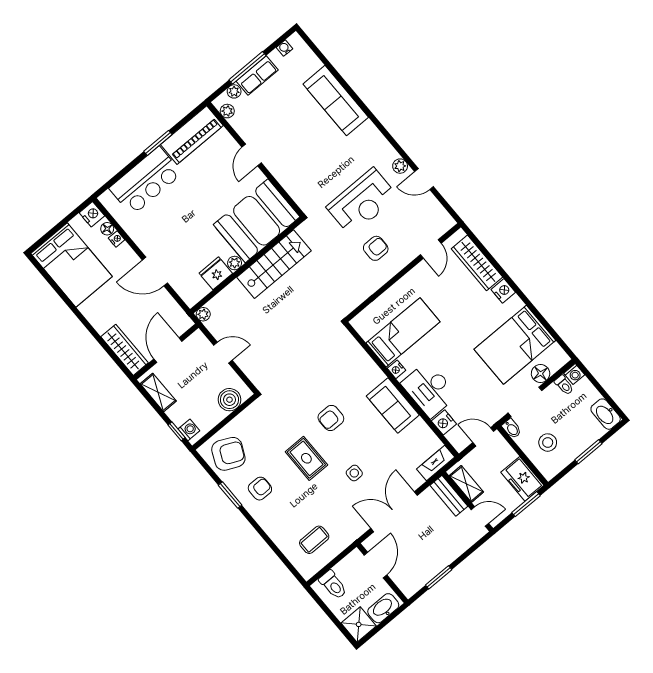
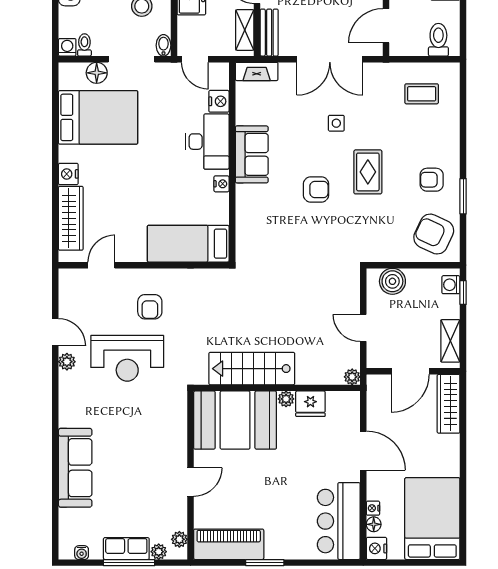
bar counter: (146, 181) -> (339, 521), moved, turned -90
reception desk: (362, 202) -> (127, 358), turned 180
armchair: (376, 248) -> (150, 307), turned -90
bed: (403, 332) -> (188, 244), moved

